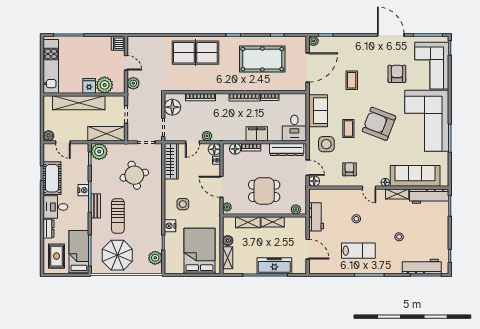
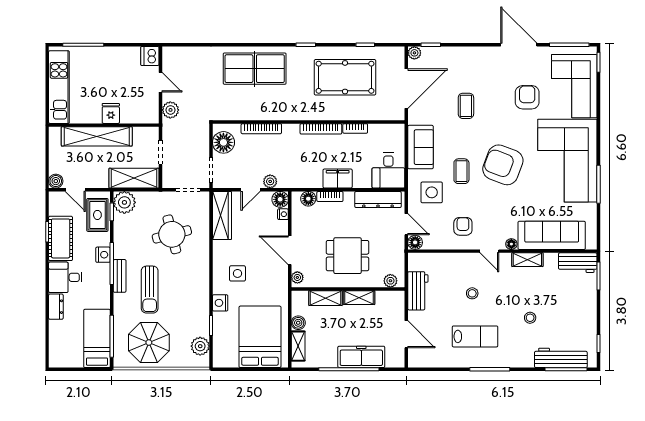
plant: (105, 85) -> (132, 112), removed
workbench: (429, 196) -> (578, 263), width x0.73
rug: (57, 256) -> (97, 215), moved

